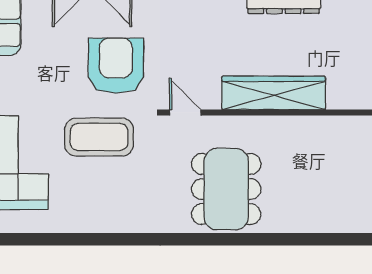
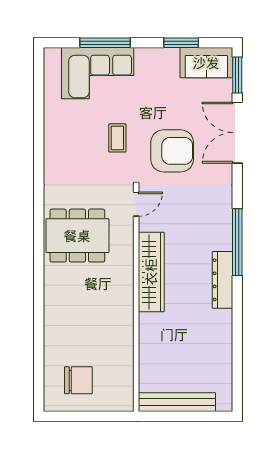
coffee table: (99, 137) -> (117, 138), width x0.54, depth x0.58

